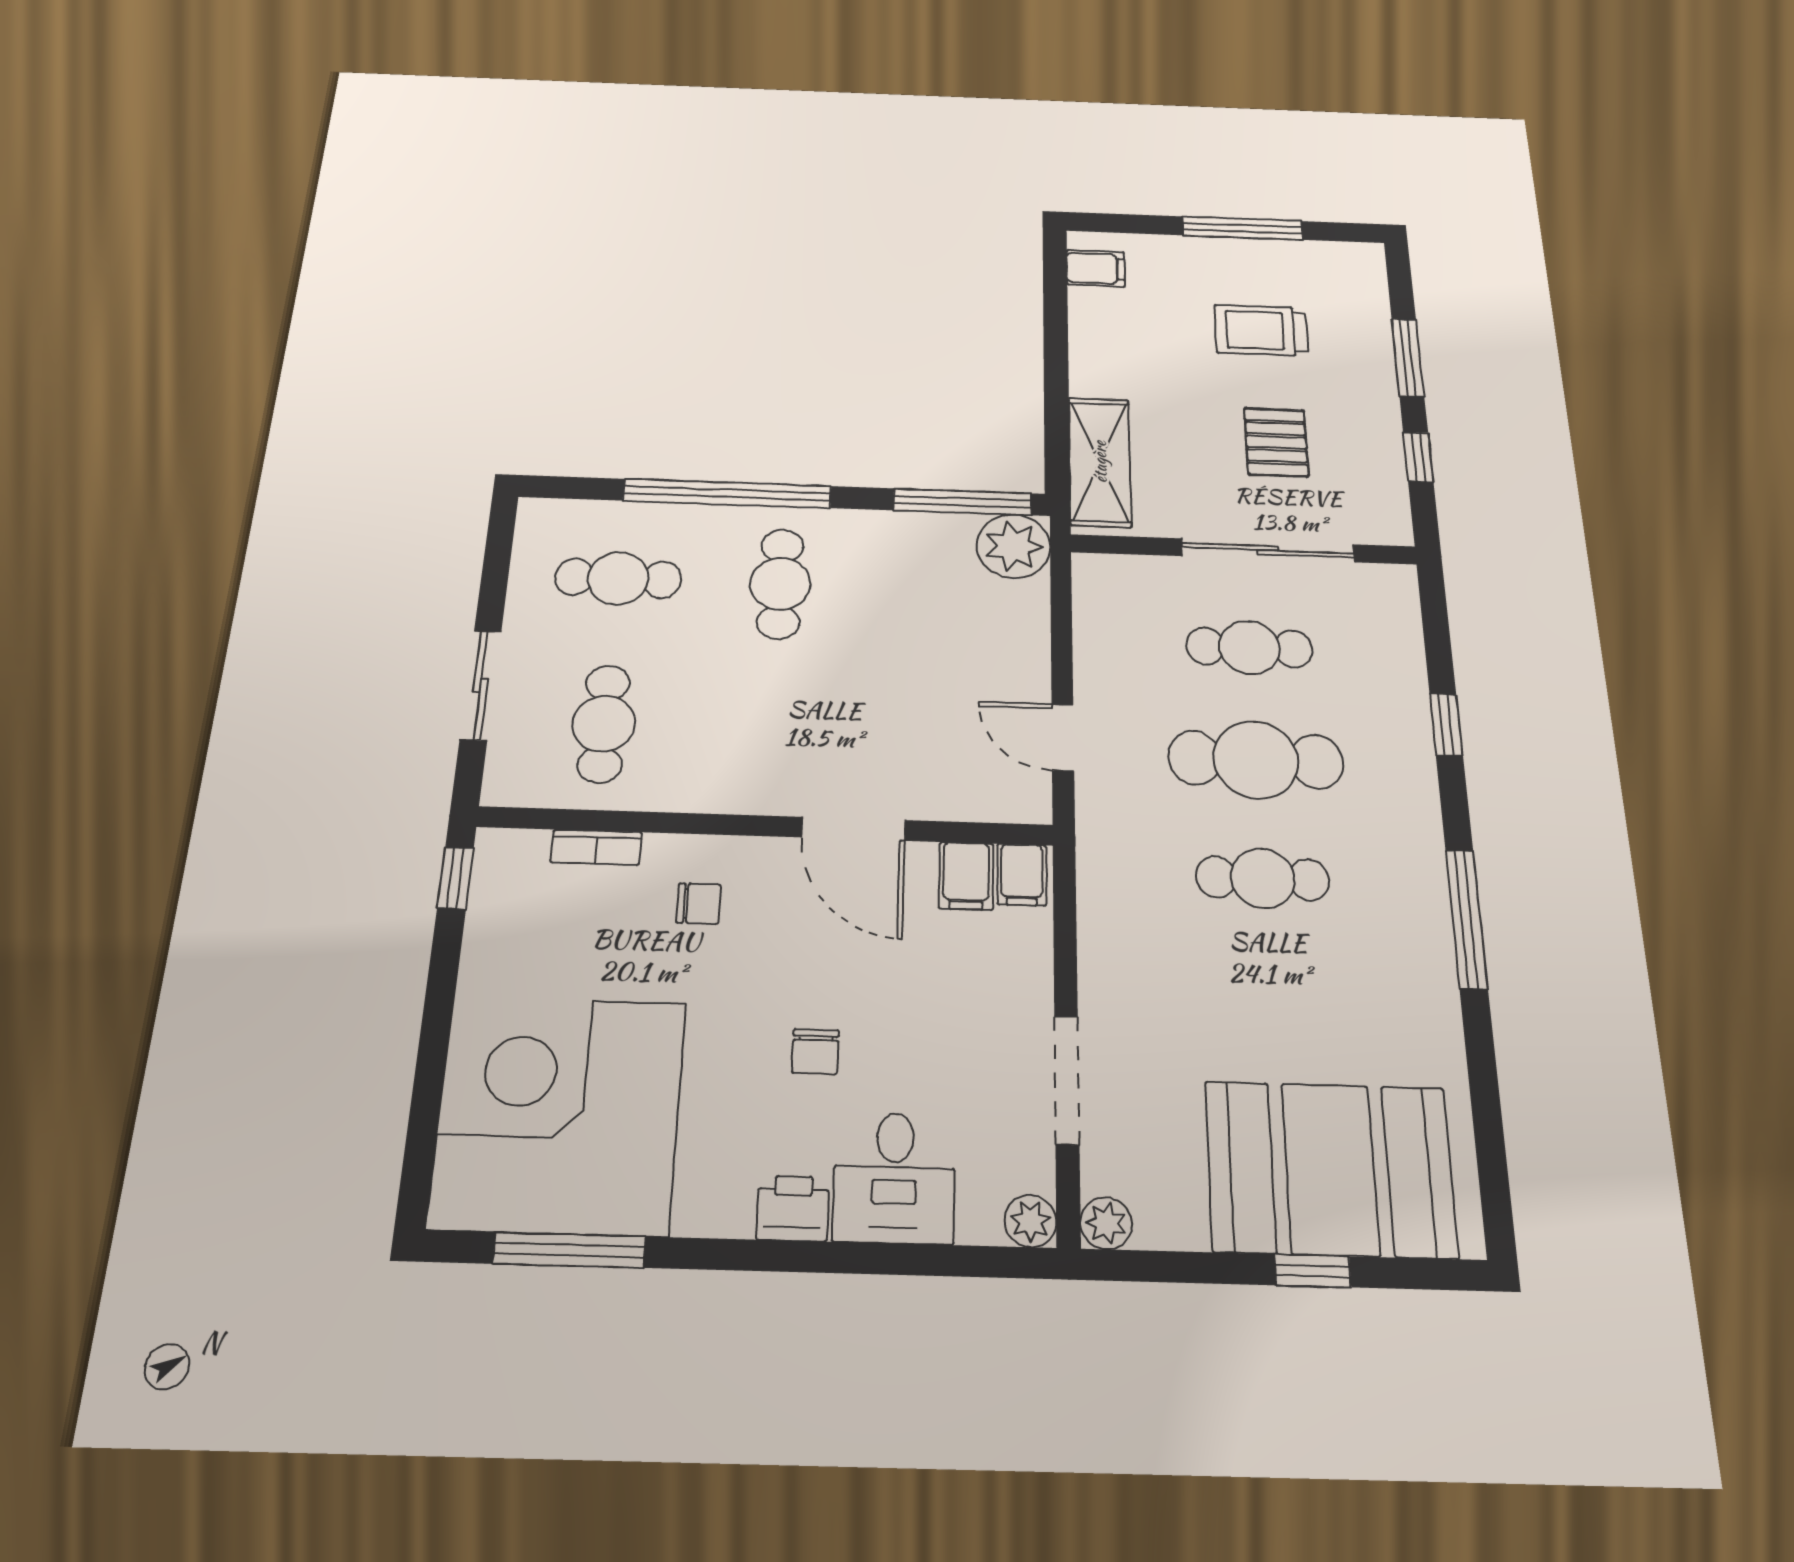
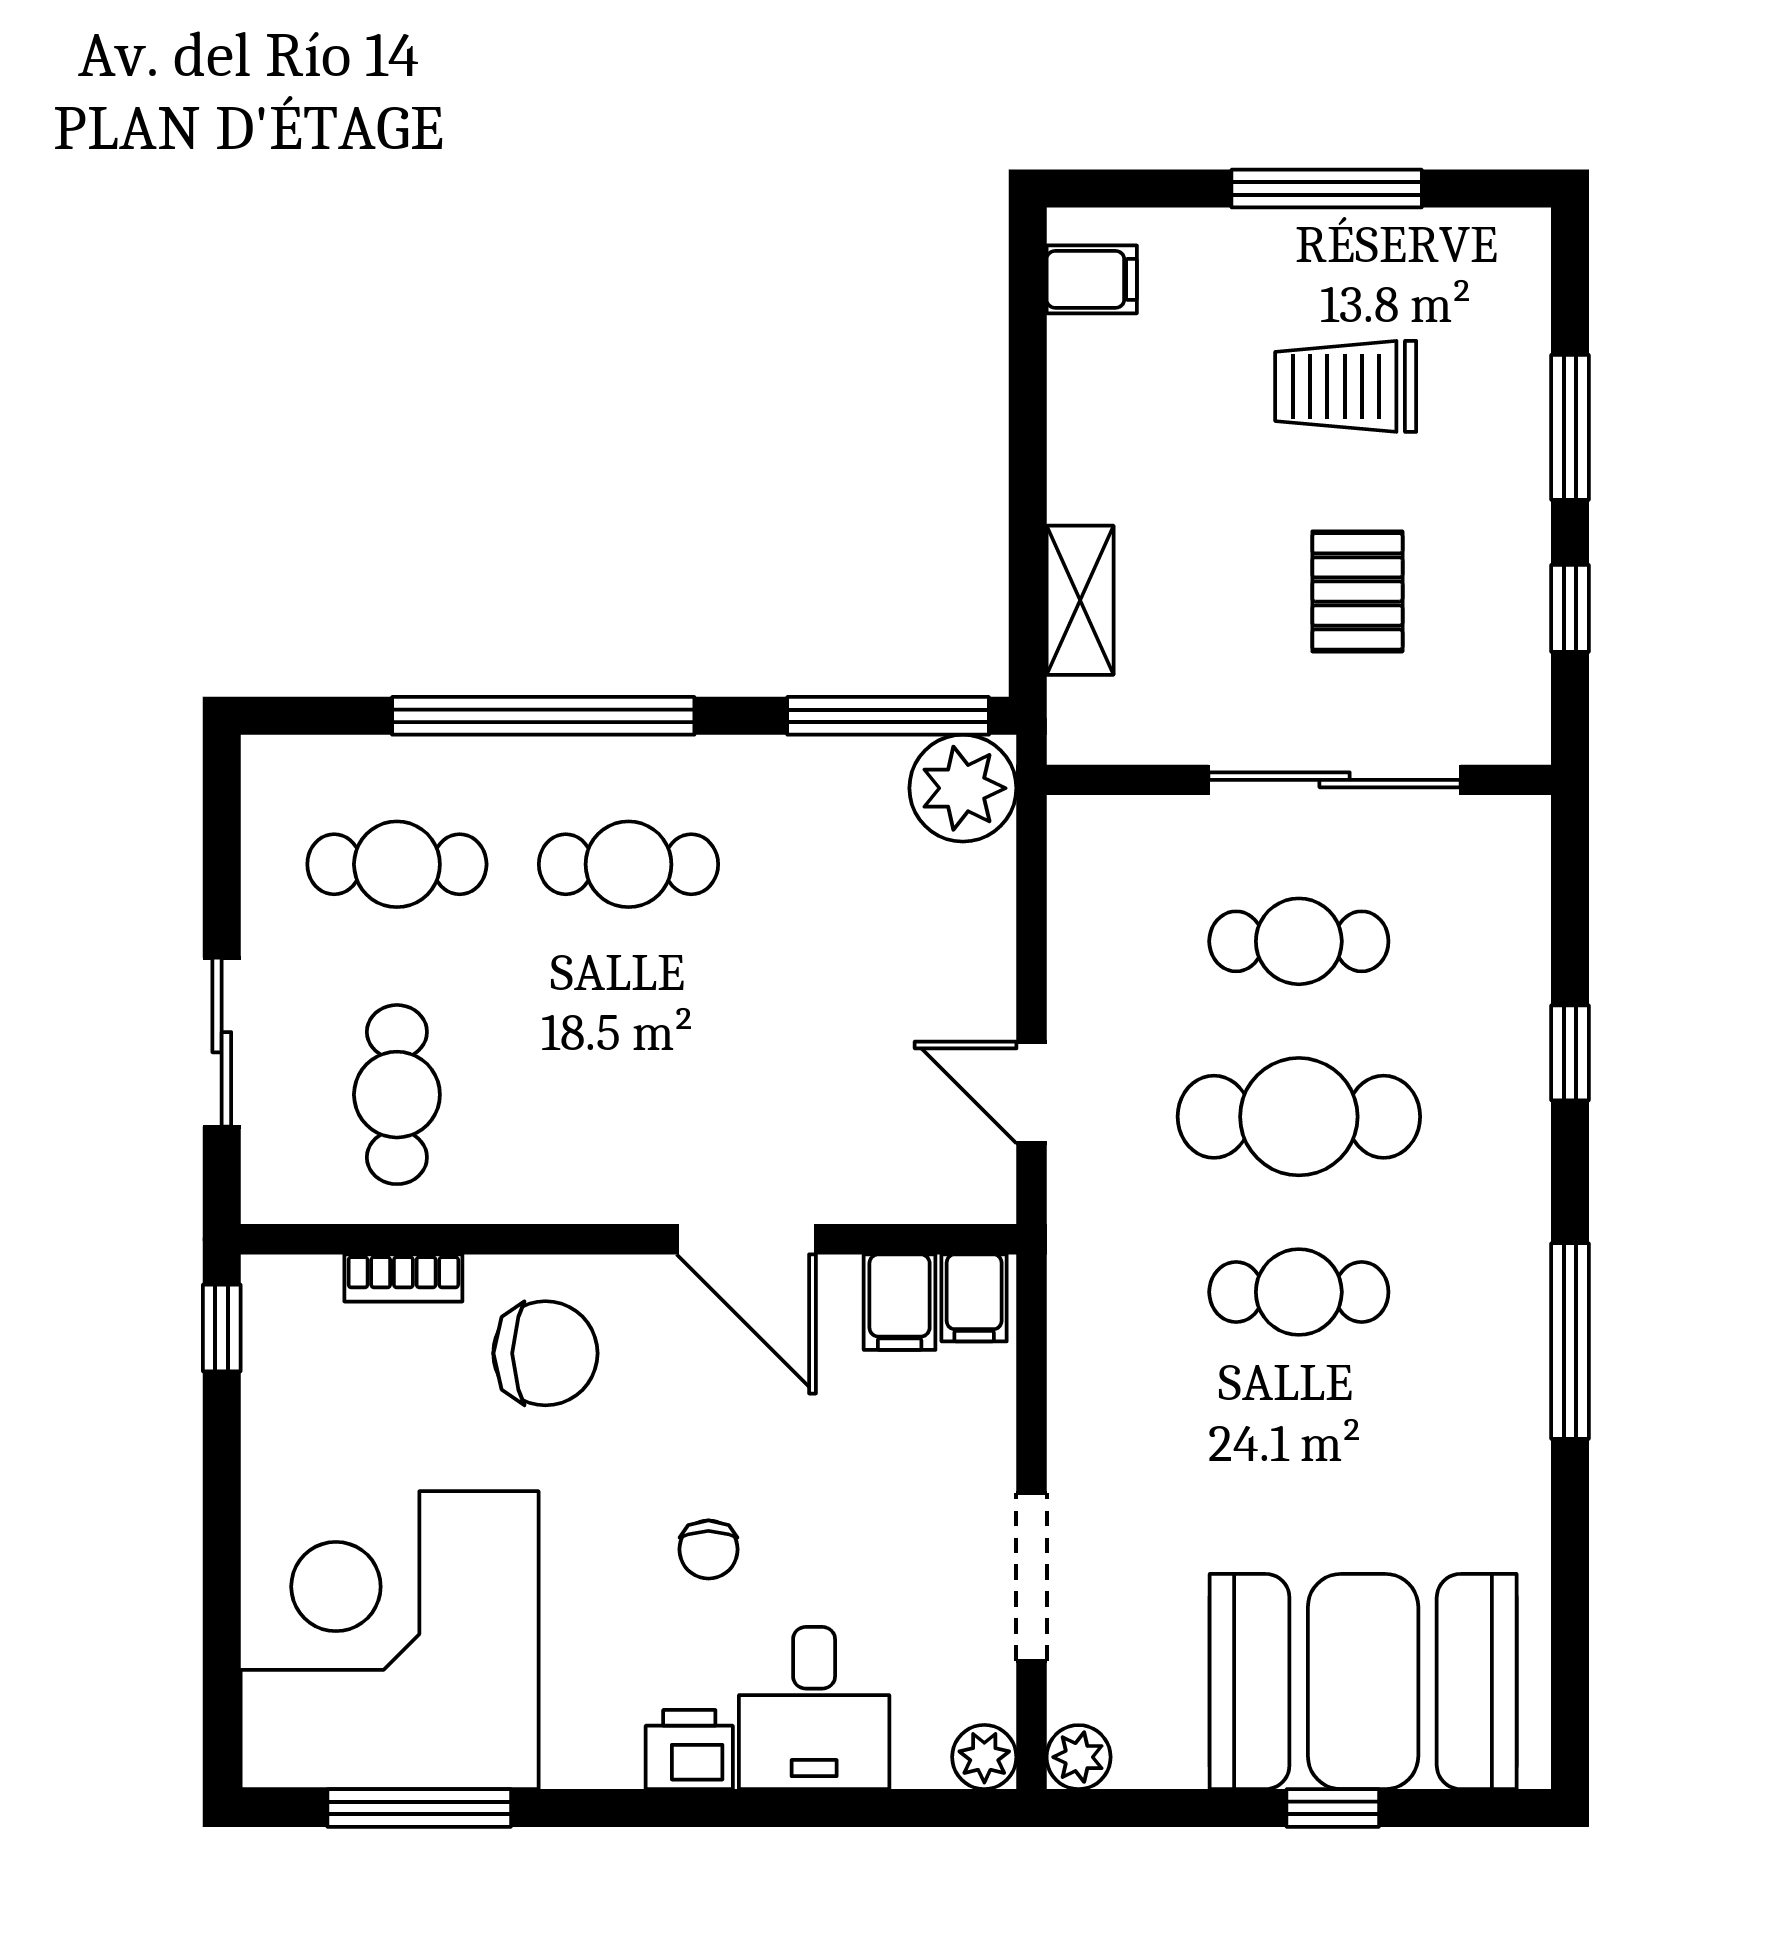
shelving: (1100, 462) -> (1080, 600), width x0.67, depth x0.75
cafe table: (780, 584) -> (628, 864), turned 90
chair: (699, 904) -> (545, 1353), width x1.87, depth x1.87

